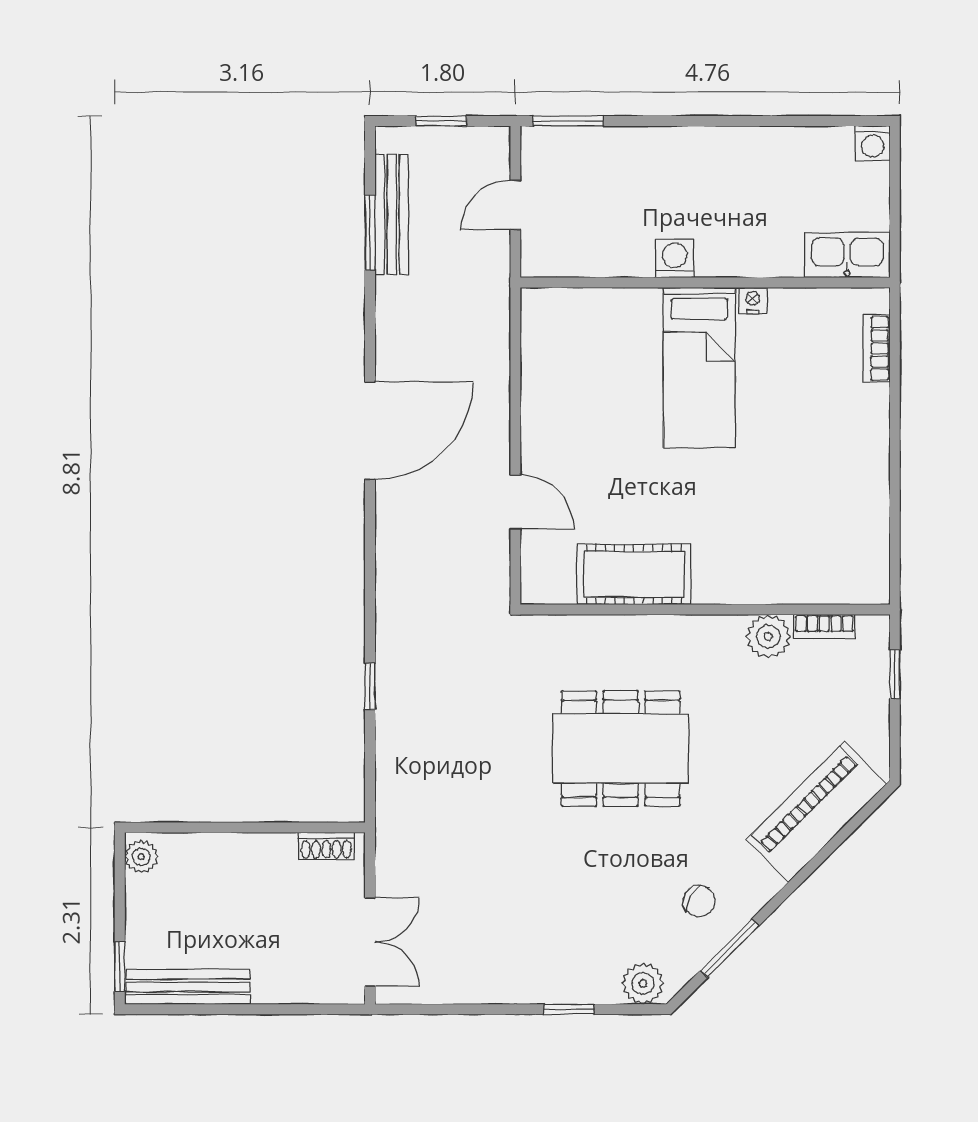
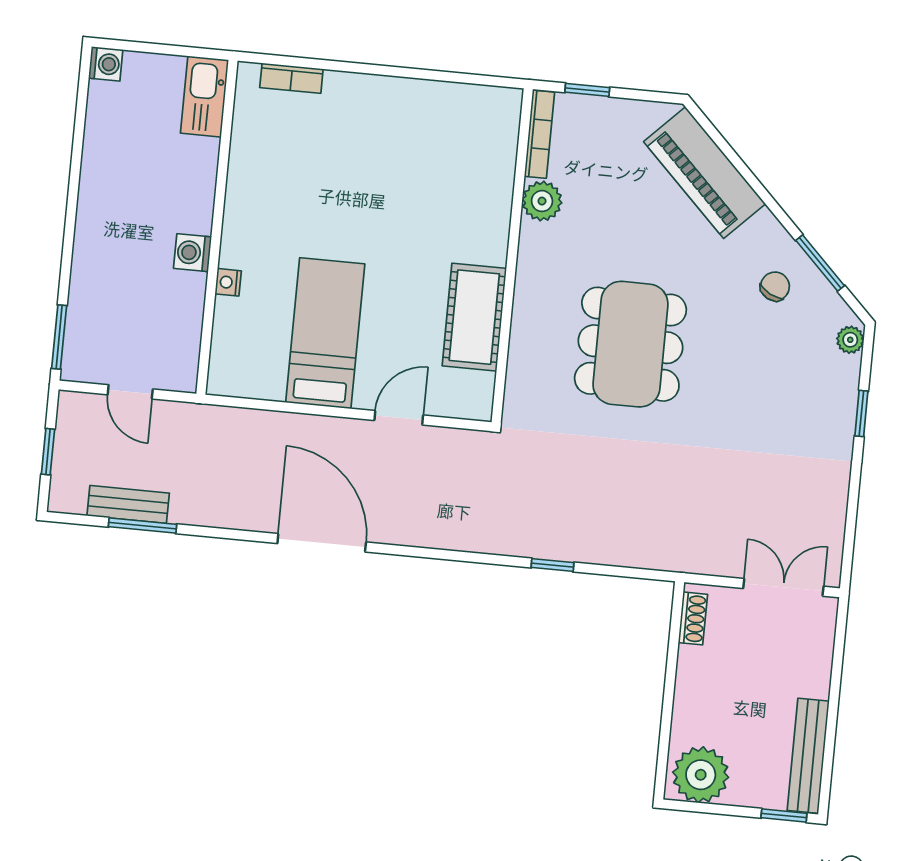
bench: (392, 214) -> (128, 504), width x0.73
nightstand: (753, 301) -> (228, 282), moved
bed: (699, 368) -> (325, 333), moved, turned -90
bookcase: (824, 627) -> (539, 134), width x1.56
plant: (141, 857) -> (701, 775), width x1.87, depth x1.87
plant: (643, 984) -> (850, 340), width x0.73, depth x0.73

